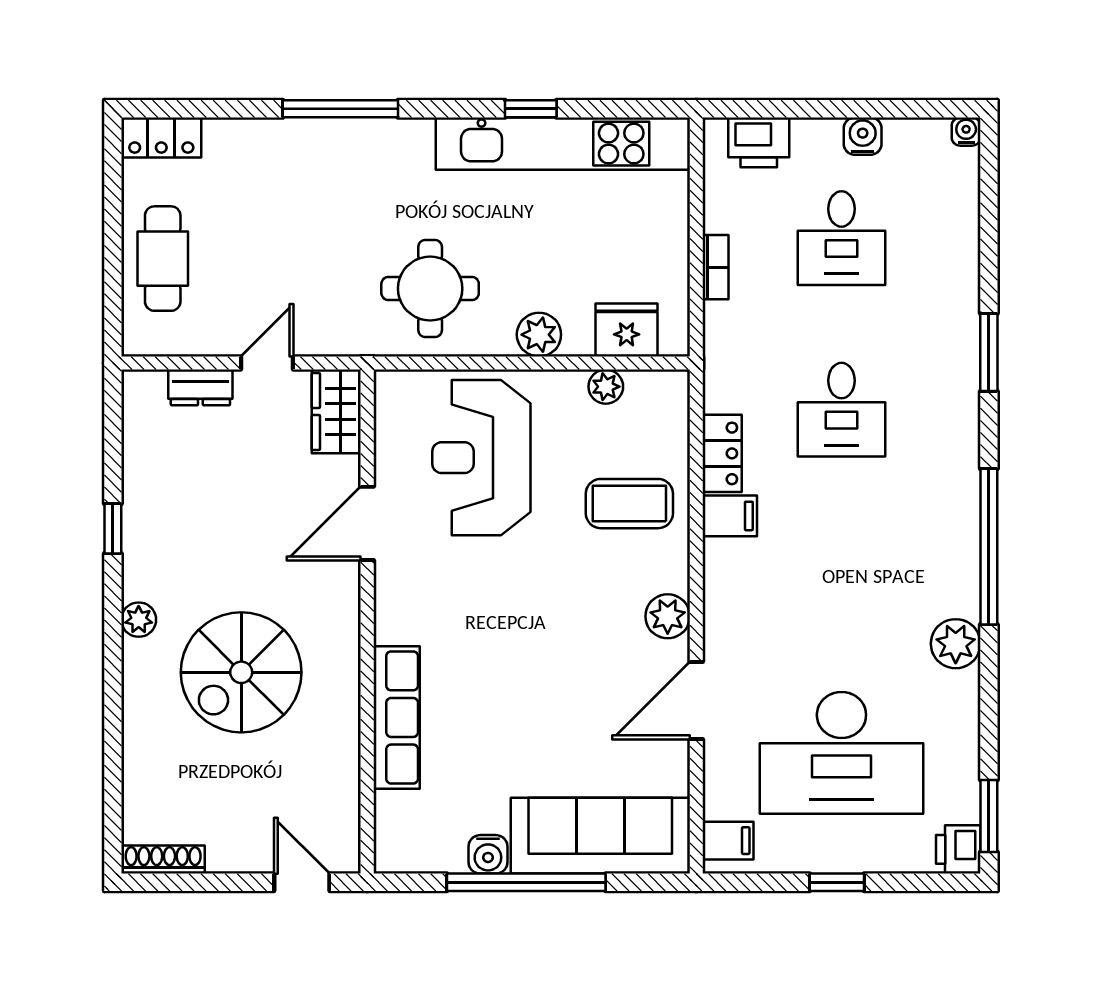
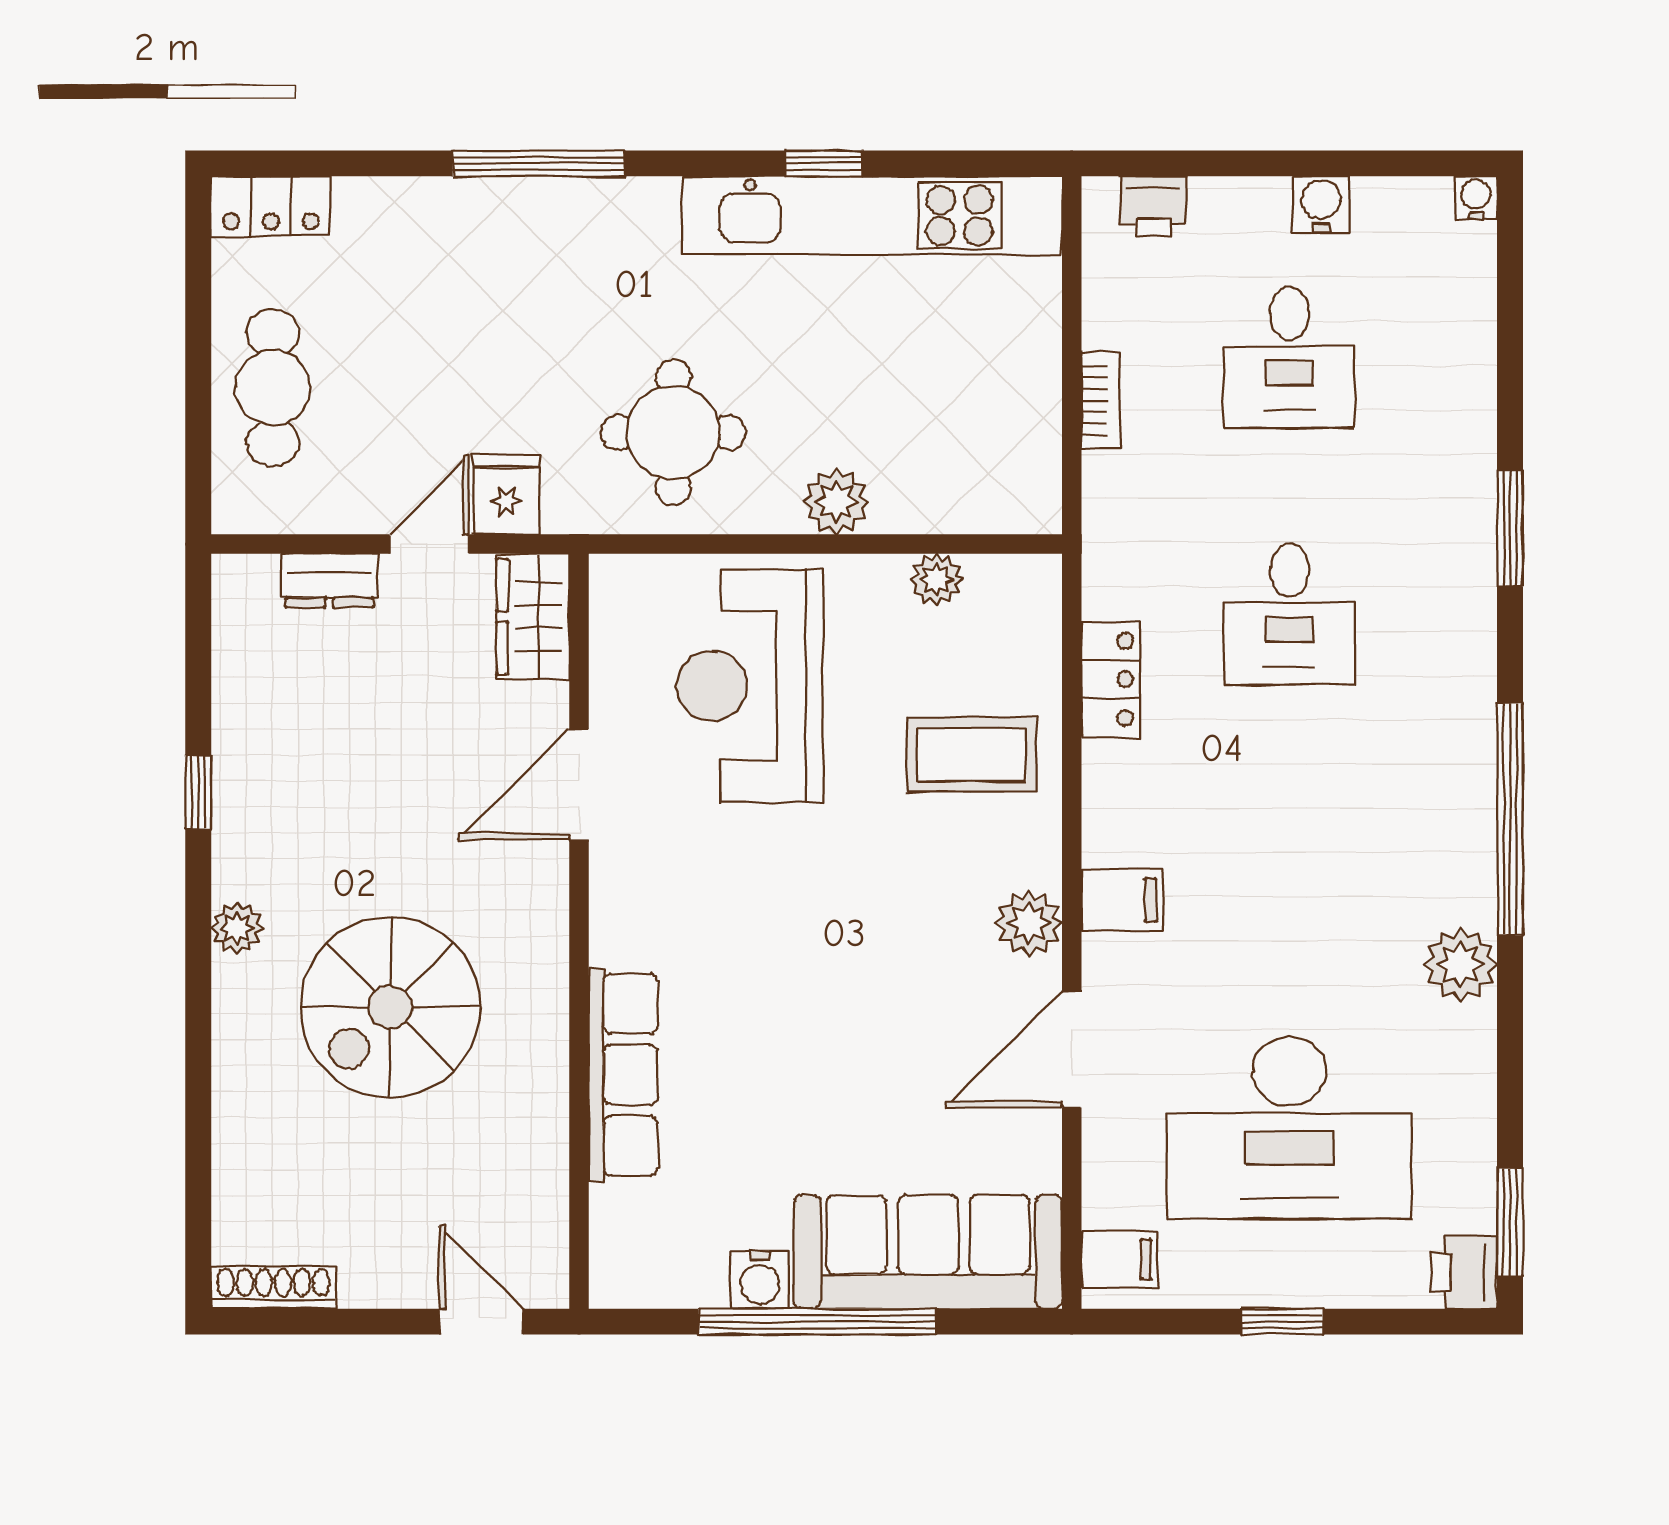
printer: (759, 142) -> (1153, 206), width x0.73, depth x0.81
fridge: (627, 330) -> (506, 495), moved, width x0.72
filing cabinet: (730, 516) -> (1122, 900), moved

